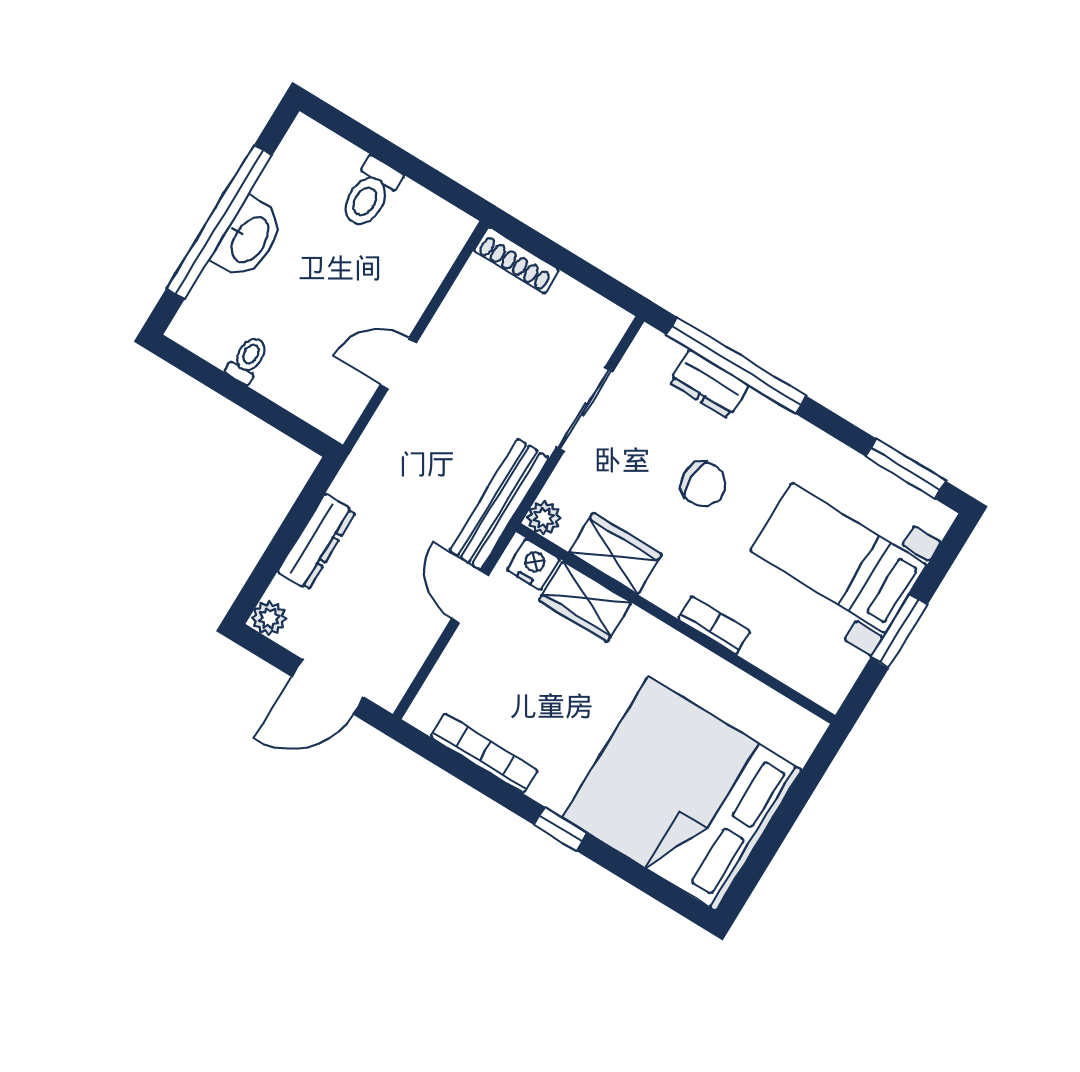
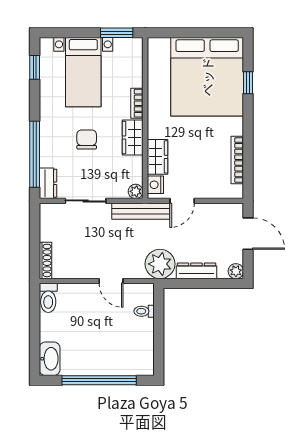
toilet: (370, 193) -> (48, 298), moved, turned 90
washbasin: (249, 239) -> (50, 359), moved, turned 90
toilet: (248, 360) -> (144, 311), moved
dresser: (709, 384) -> (48, 183), moved
window: (906, 469) -> (35, 67), width x0.67
plant: (373, 479) -> (160, 264), added
wardrobe: (615, 553) -> (133, 137), moved
window: (899, 631) -> (117, 33), moved
window: (561, 829) -> (248, 83), moved

